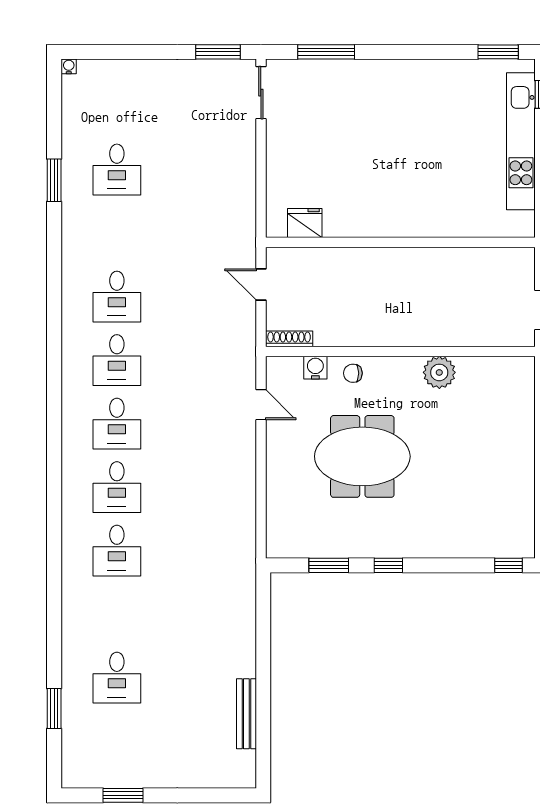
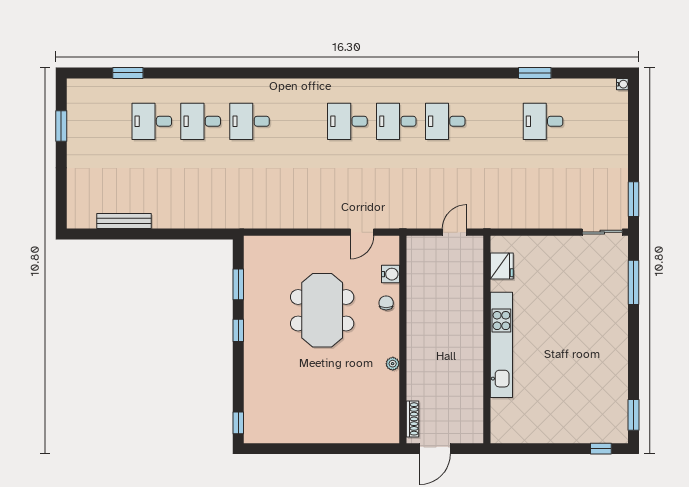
kitchen unit: (521, 141) -> (501, 345), moved, turned 90
shoe rack: (289, 339) -> (413, 419), moved
plant: (439, 372) -> (393, 364), width x0.53, depth x0.53
desk: (117, 487) -> (201, 121), moved

